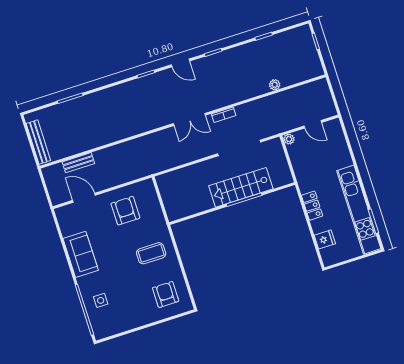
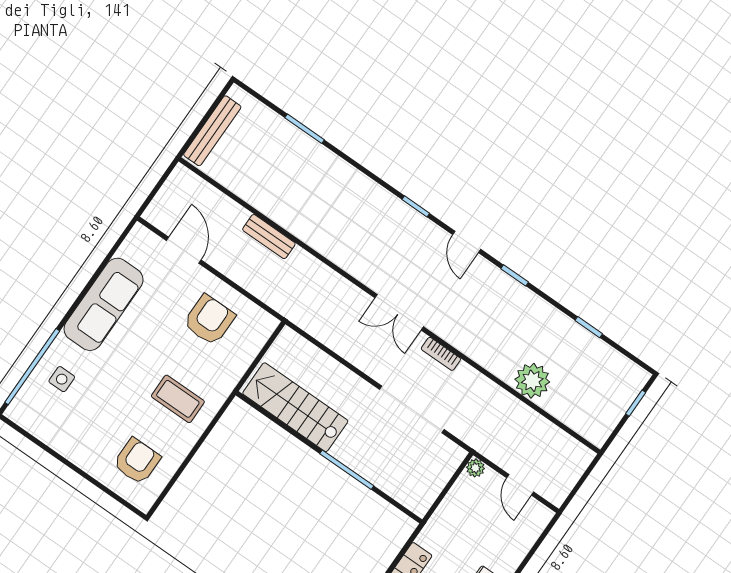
plant: (275, 85) -> (532, 381), width x1.88, depth x1.88
bench: (78, 163) -> (269, 237), moved
stairs: (241, 187) -> (295, 407), moved
sofa: (81, 254) -> (104, 304), width x1.36

